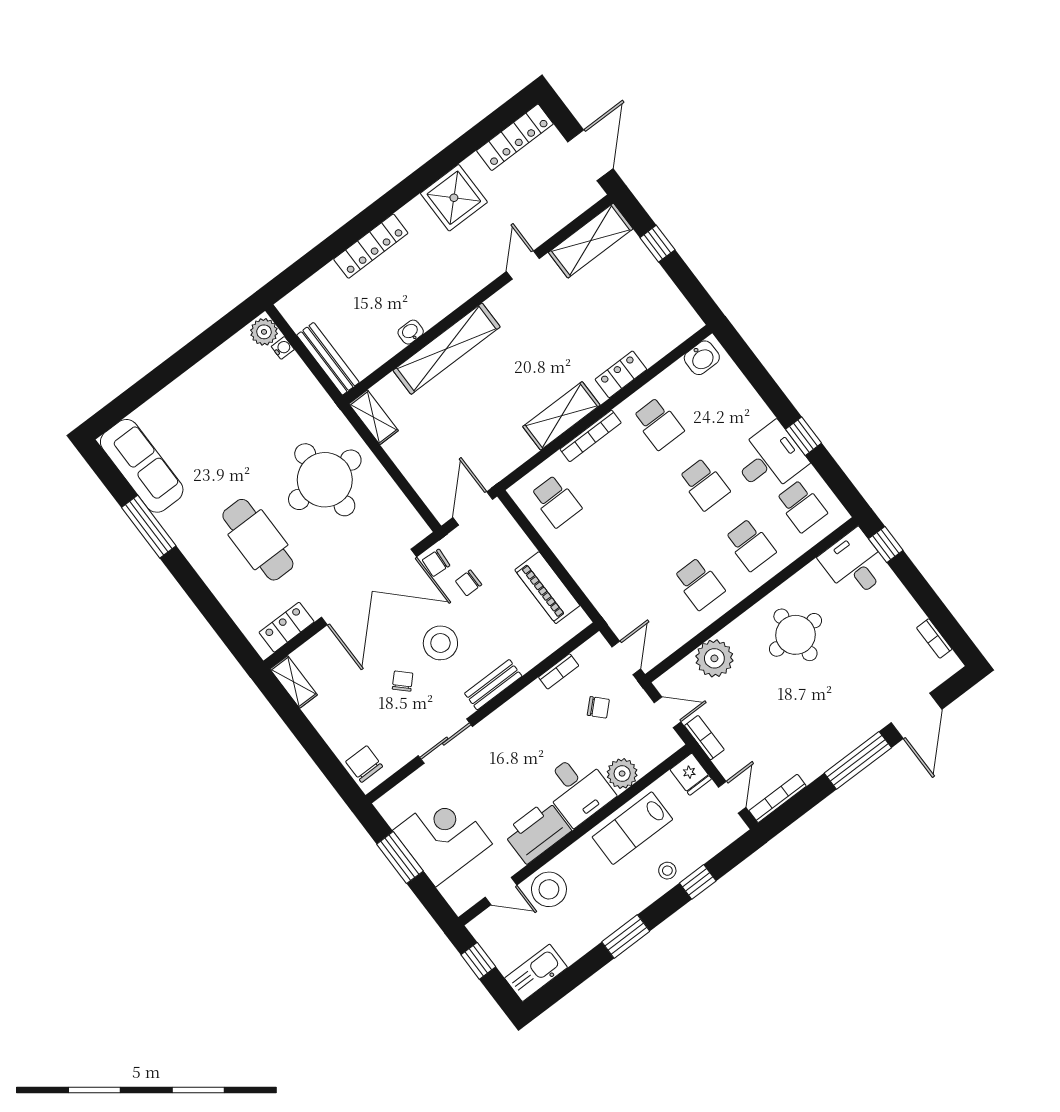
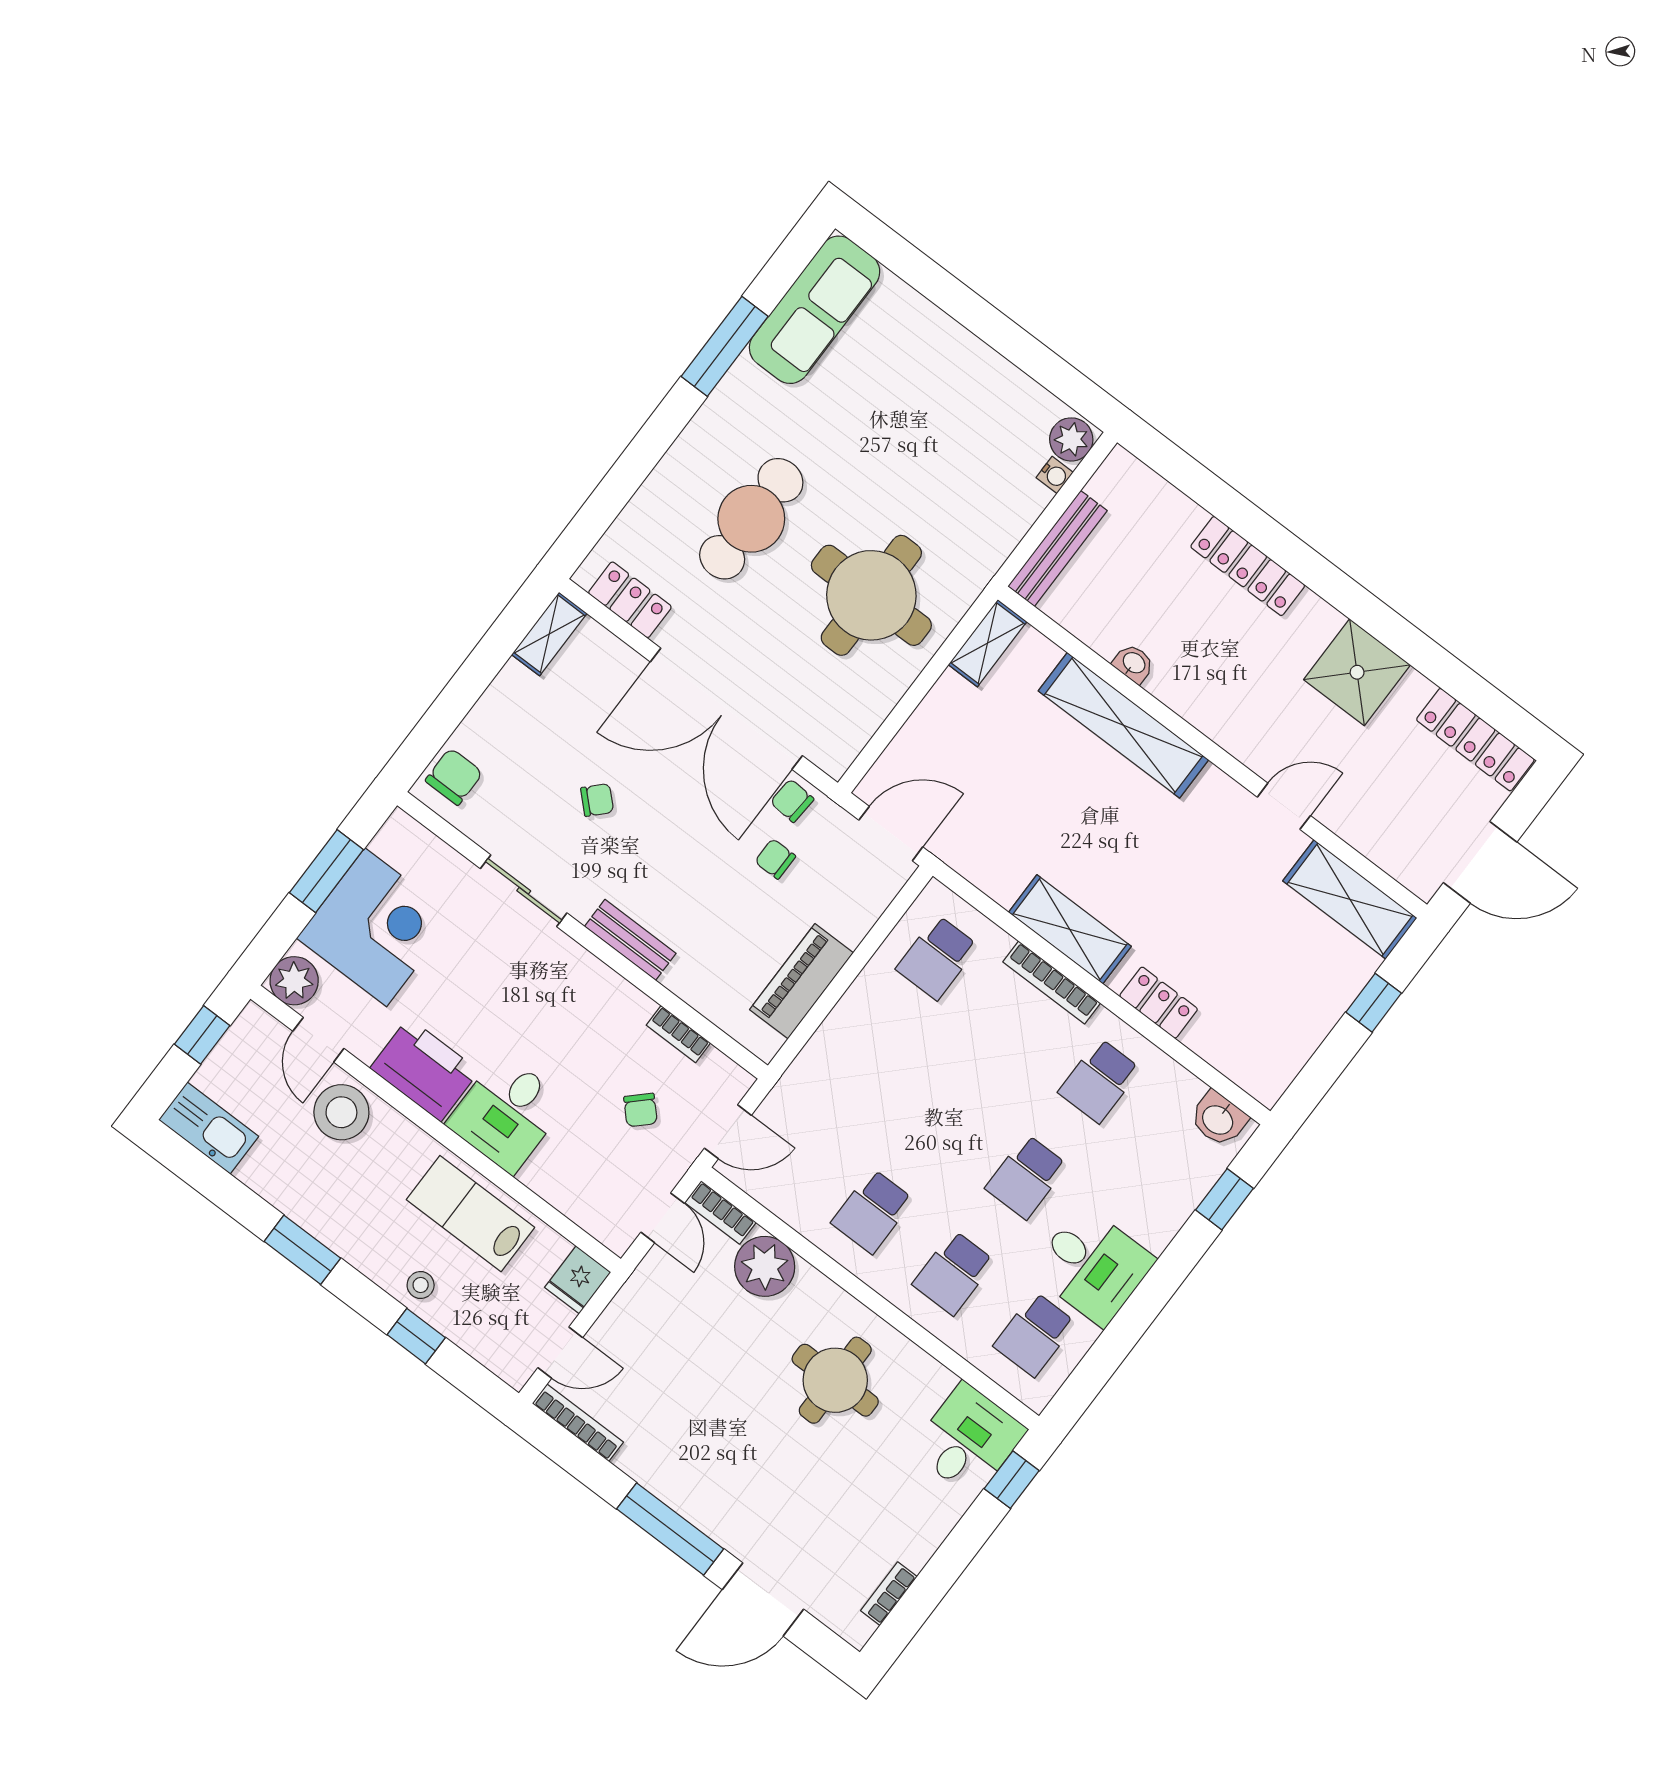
window: (804, 436) -> (1224, 1199), moved
stool: (440, 643) -> (671, 842), removed
bookcase: (704, 738) -> (720, 1212), moved, turned 90
plant: (622, 774) -> (294, 981), moved

